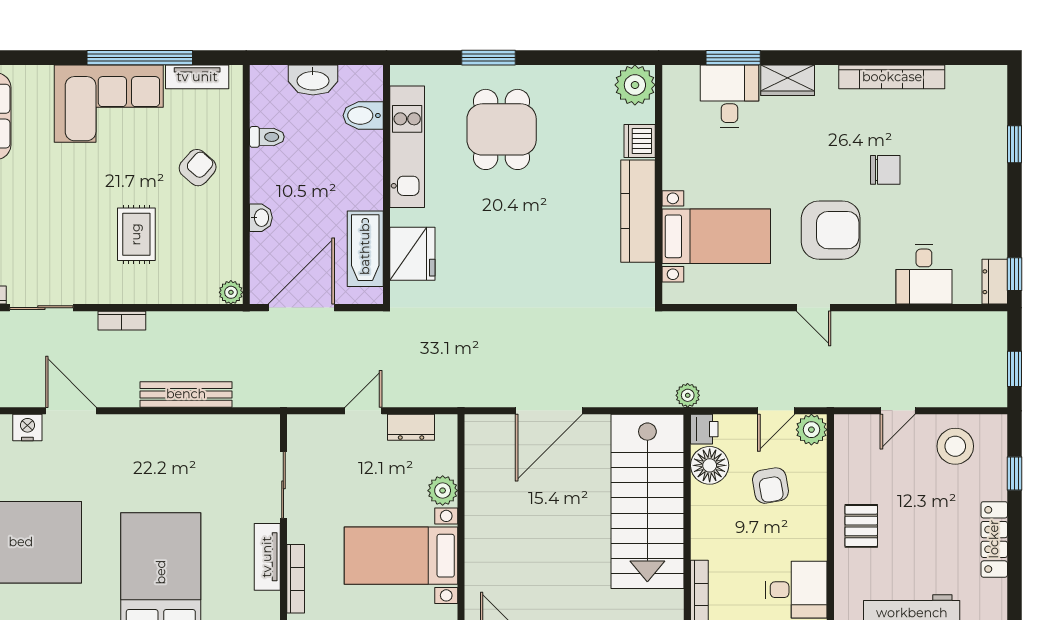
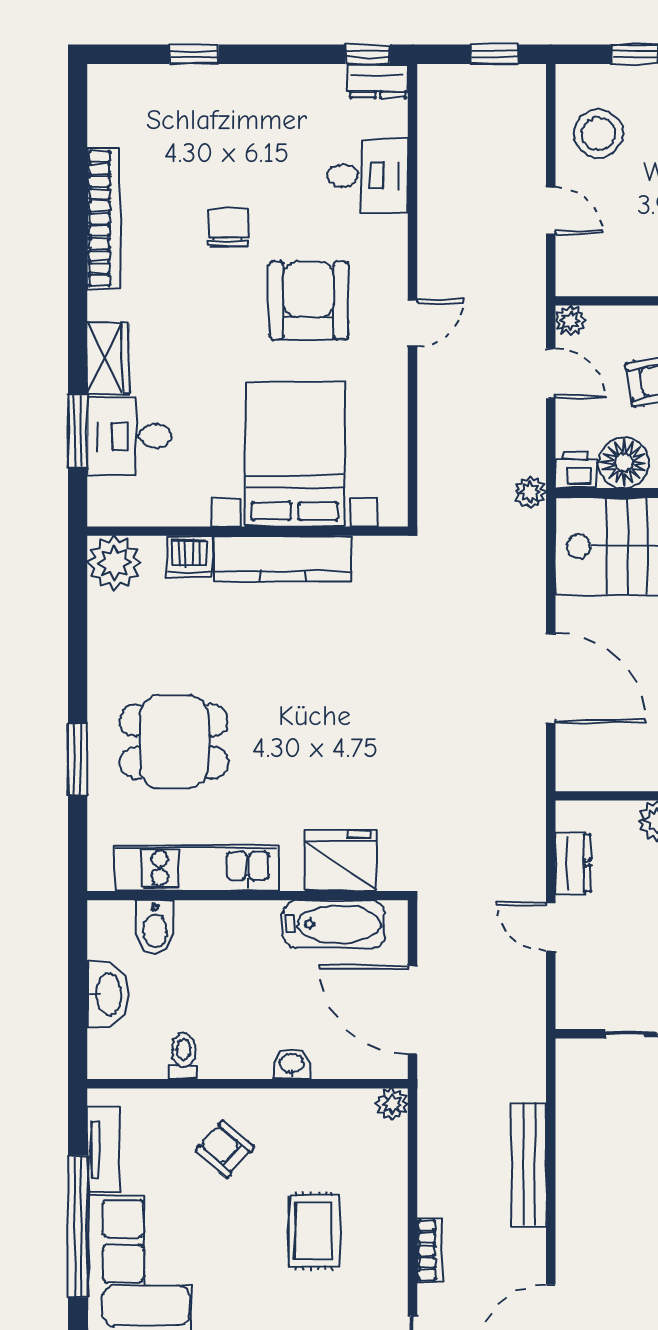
rug: (136, 234) -> (314, 1231), turned 90
bed with nightstands: (716, 236) -> (295, 454), width x1.36
plant: (811, 430) -> (570, 321), width x0.73, depth x0.73

